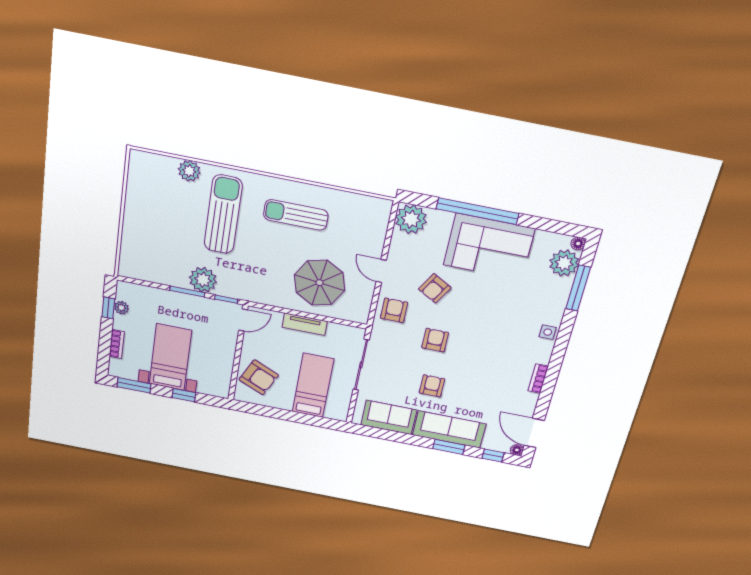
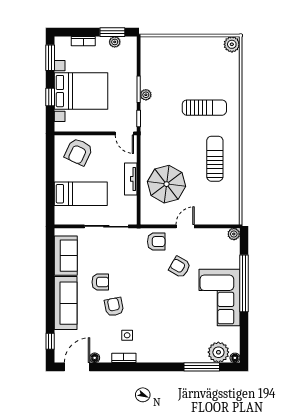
plant: (189, 171) -> (232, 44), moved
sun lounger: (223, 214) -> (204, 108), width x0.73, depth x0.75
plant: (411, 219) -> (234, 234), width x0.53, depth x0.53
plant: (203, 280) -> (146, 95), width x0.53, depth x0.53
window: (108, 308) -> (112, 32), width x1.50
side table: (548, 332) -> (127, 335), moved
armchair: (435, 340) -> (114, 307), moved, turned -101
bed with nightstands: (170, 357) -> (81, 91), width x1.36
window: (449, 447) -> (50, 306), removed
floor lamp: (517, 450) -> (95, 358), moved

